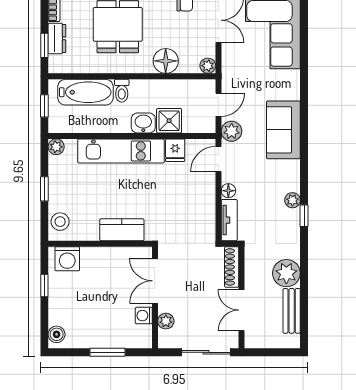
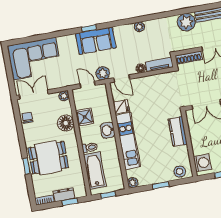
shower: (169, 121) -> (85, 117), moved
window: (304, 216) -> (89, 28), moved

